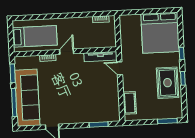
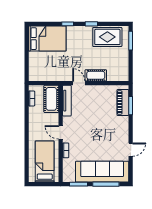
bed: (160, 33) -> (47, 39), width x0.73
cot: (102, 40) -> (51, 99), added
door: (120, 68) -> (79, 83), swing flipped
rug: (168, 83) -> (107, 37), moved
cot: (130, 103) -> (96, 75), moved
piano: (101, 116) -> (123, 102), added

